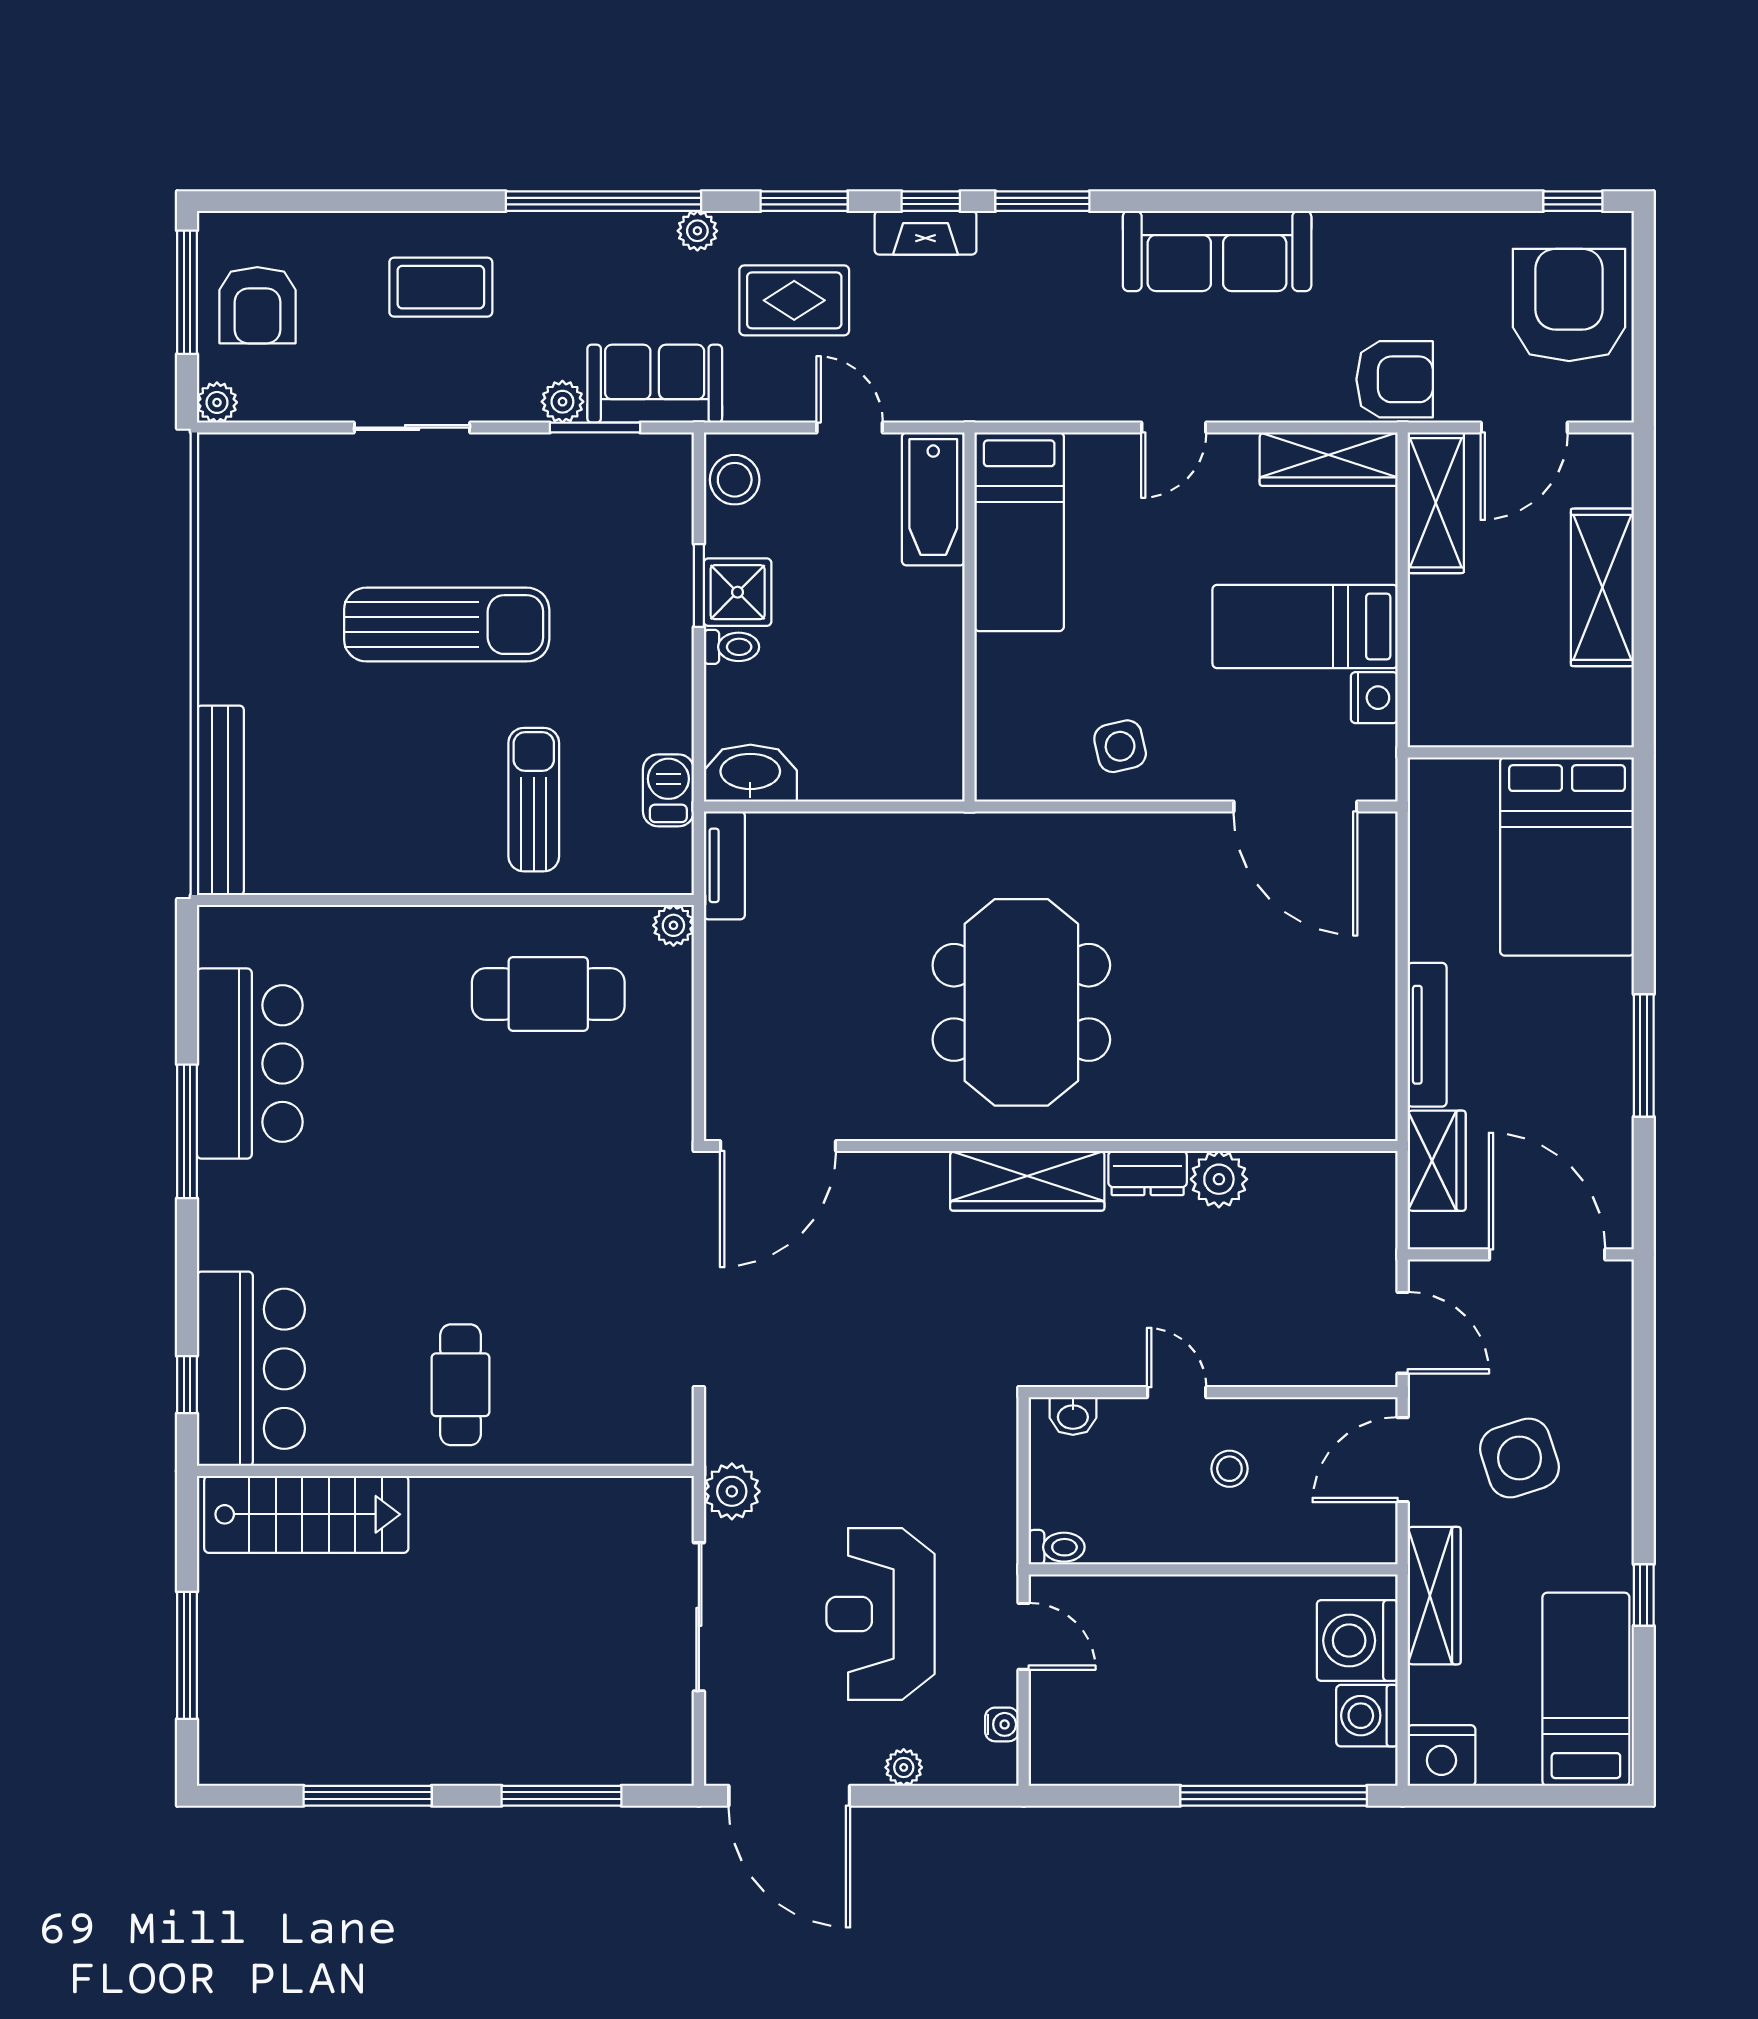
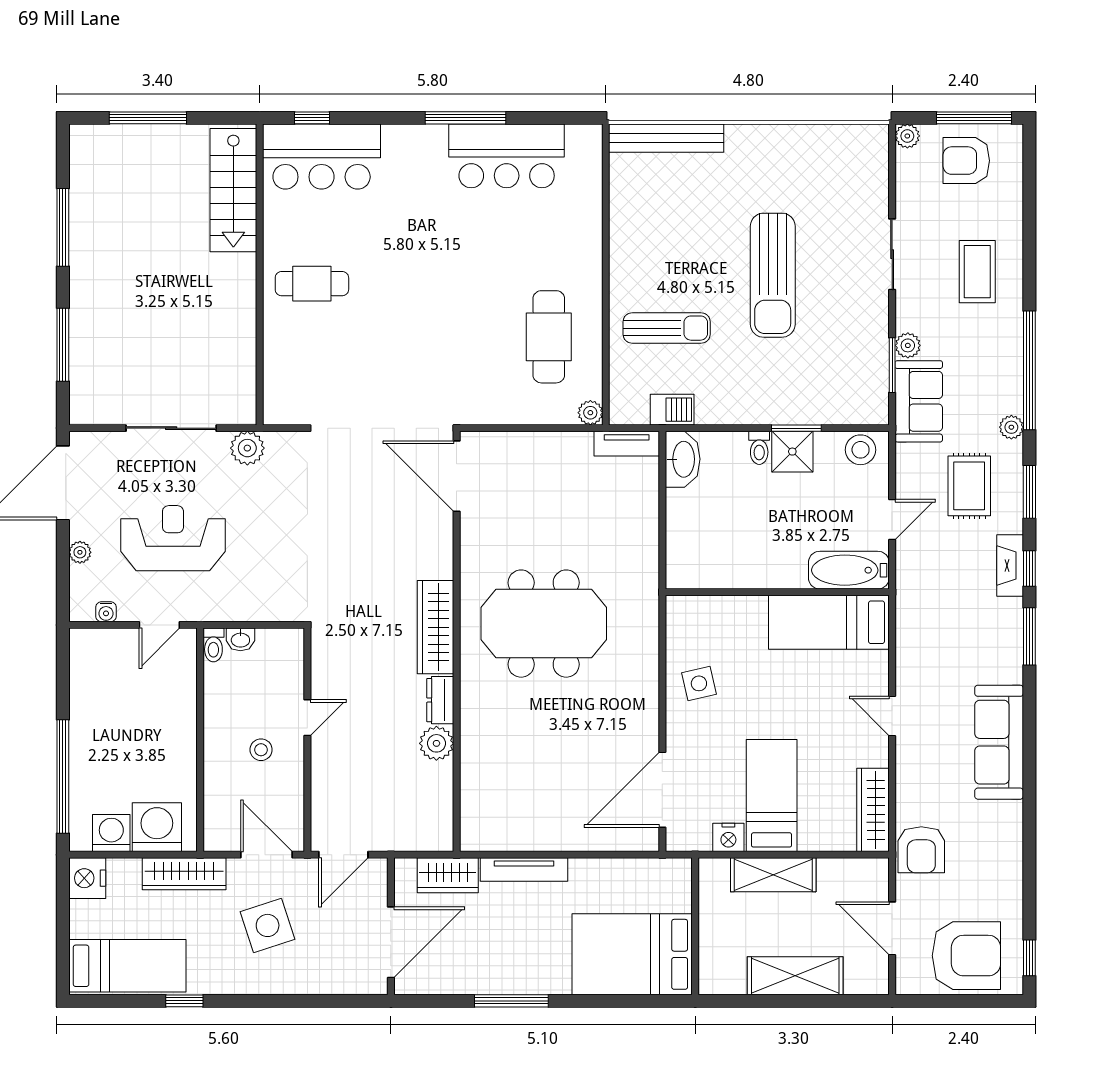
shelving: (1436, 503) -> (773, 875), moved
washbasin: (1073, 1416) -> (240, 639), moved, turned -90

